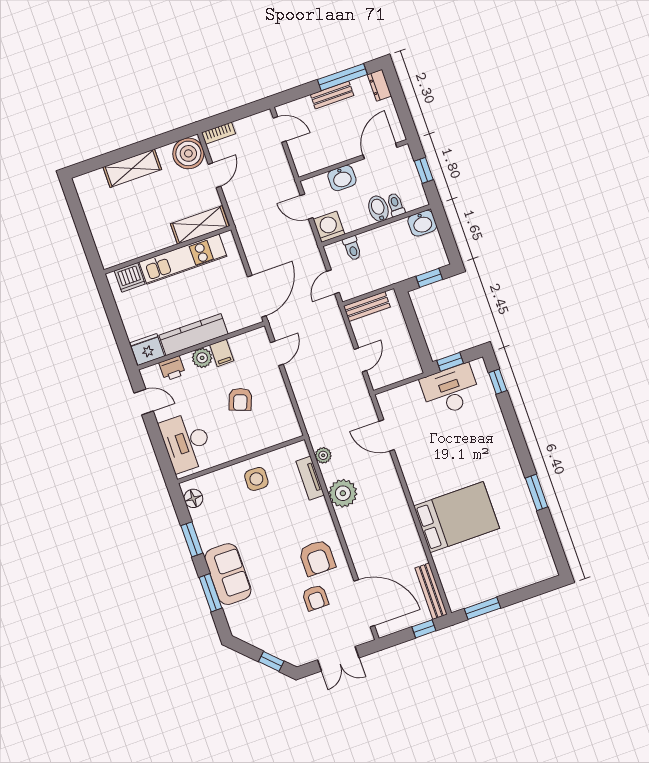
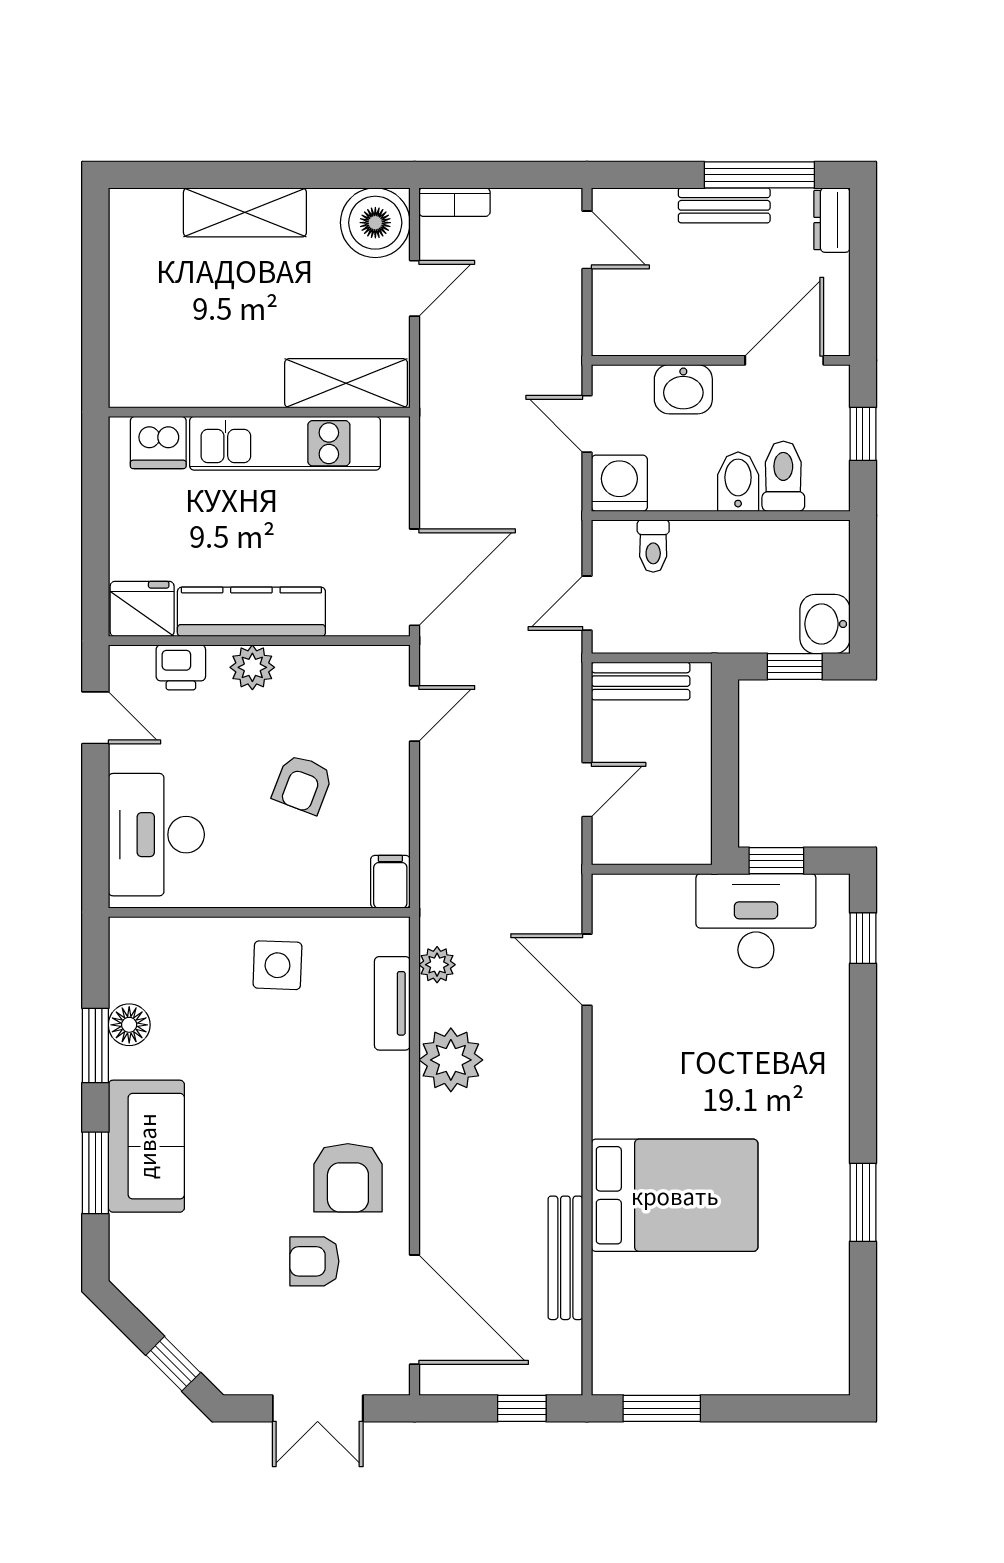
toilet: (396, 205) -> (783, 476), width x1.37, depth x1.39
washbasin: (422, 223) -> (825, 624), moved, turned 90
filing cabinet: (222, 353) -> (390, 882), moved, turned 180
floor lamp: (193, 498) -> (129, 1025), moved
bench: (431, 591) -> (565, 1258), moved
armchair: (315, 598) -> (314, 1261), turned 90

